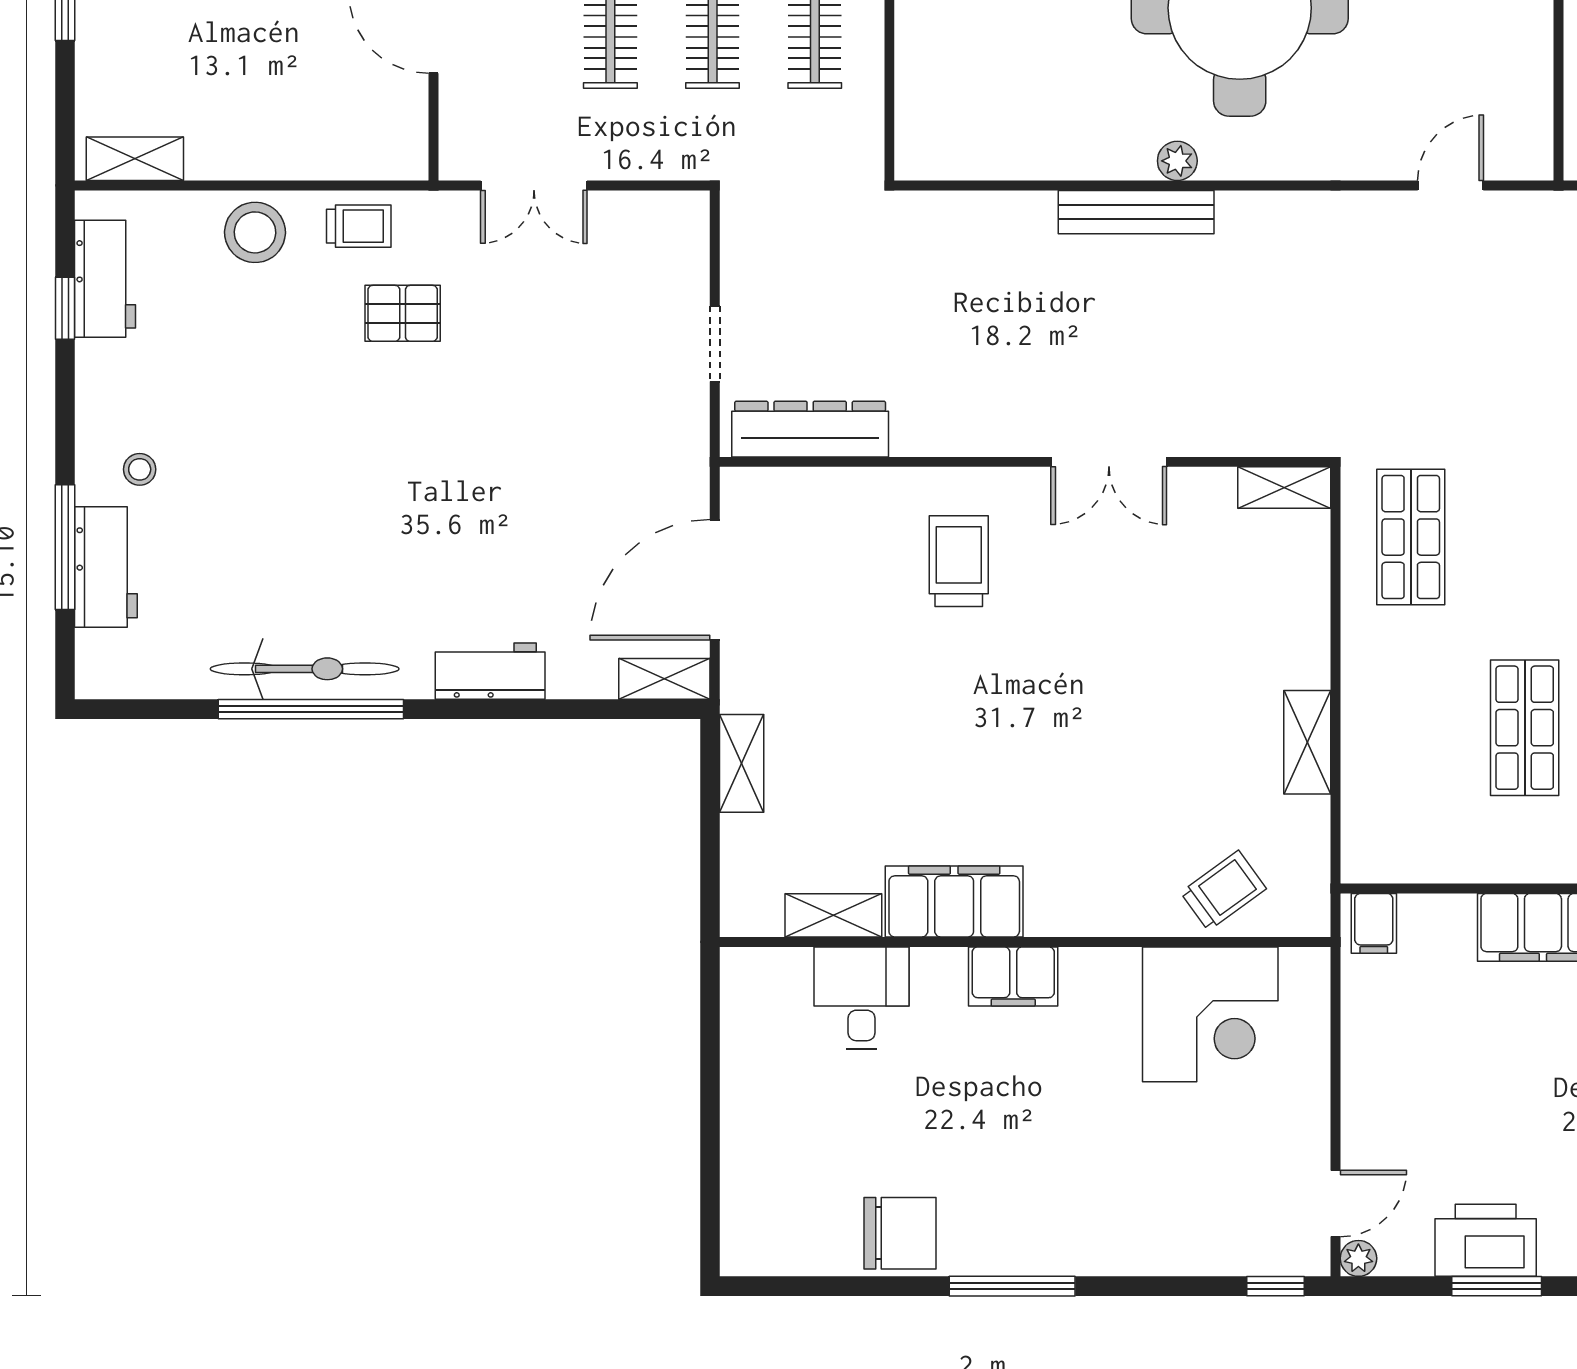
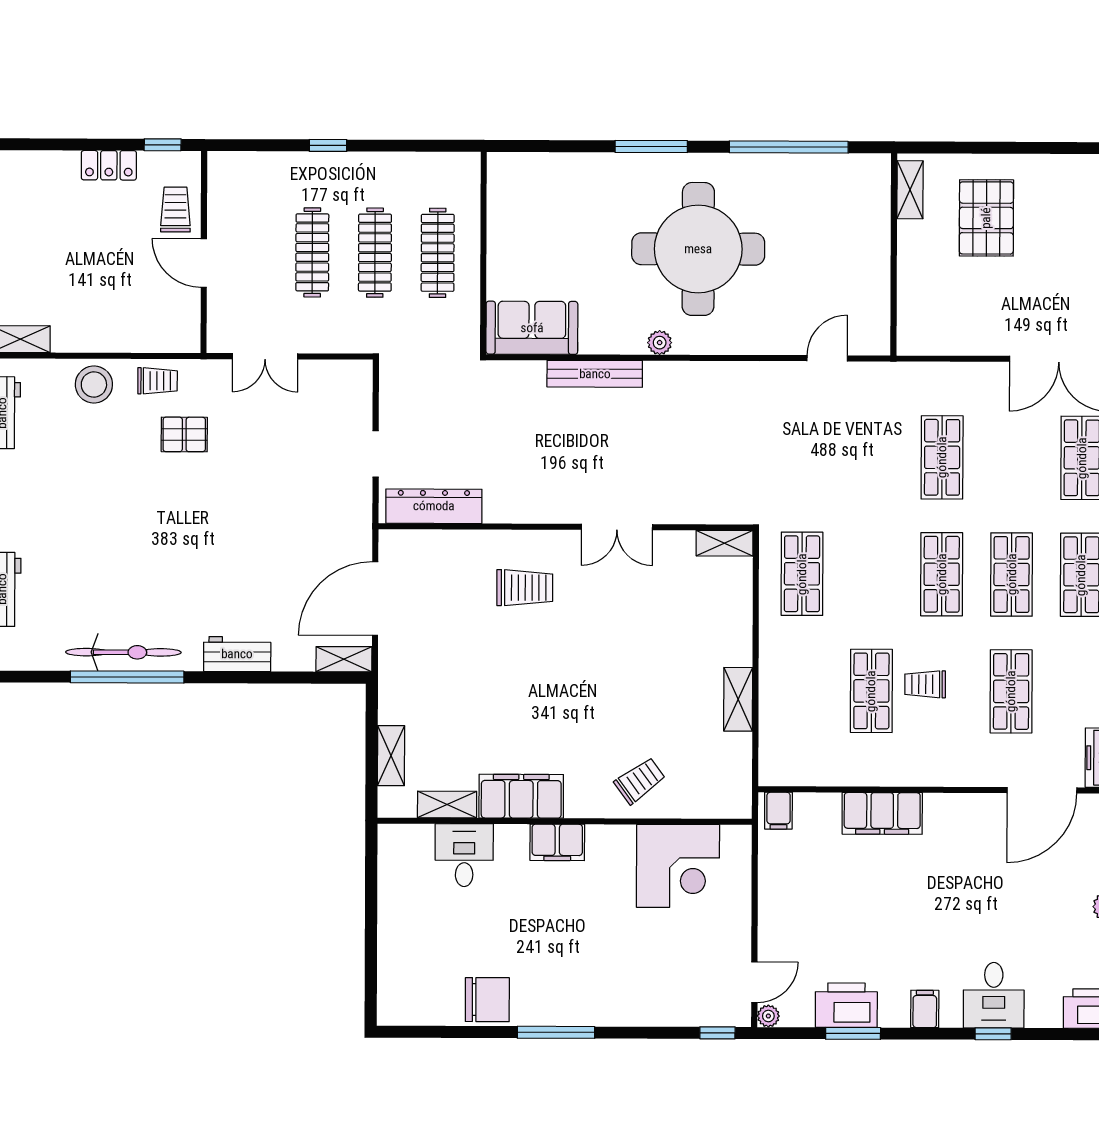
sofa: (969, 137) -> (532, 328), added
bench: (1136, 212) -> (595, 374), moved
stool: (140, 469) -> (23, 530), removed
trolley: (959, 561) -> (525, 588), turned 90
shelving: (742, 763) -> (391, 756), moved
trolley: (1223, 891) -> (640, 781), moved

